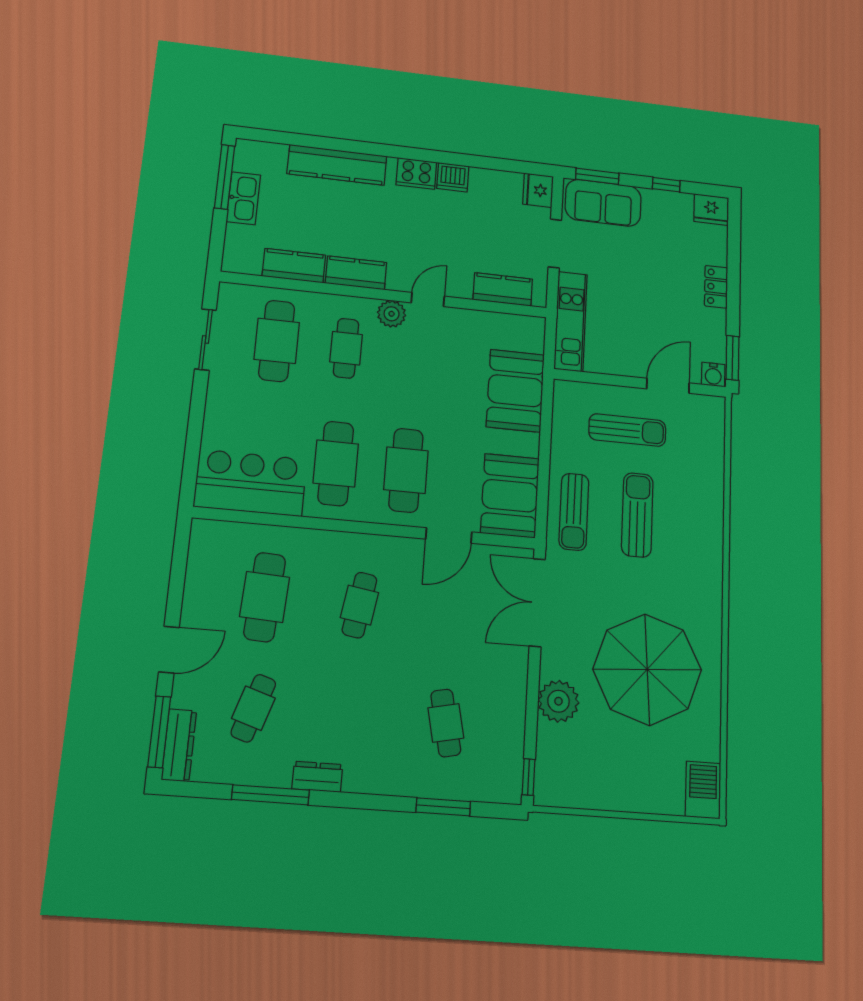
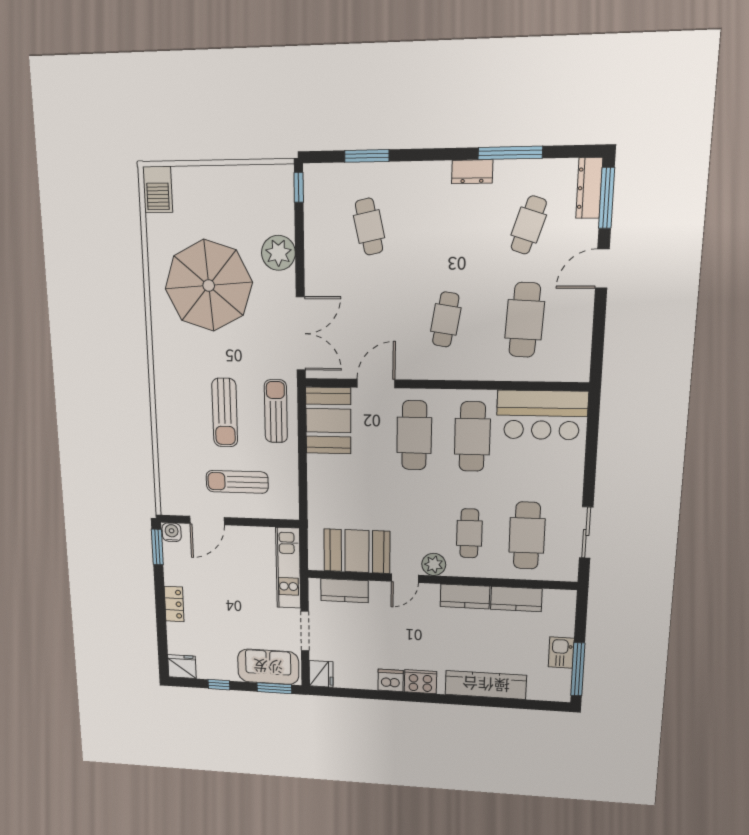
kitchen sink: (243, 198) -> (561, 653), width x0.73
booth: (515, 391) -> (357, 551), moved, turned 90

